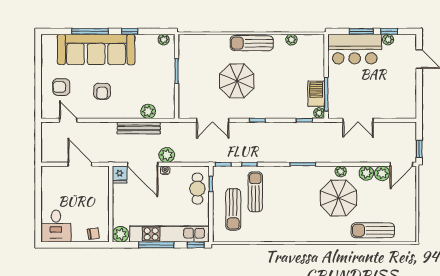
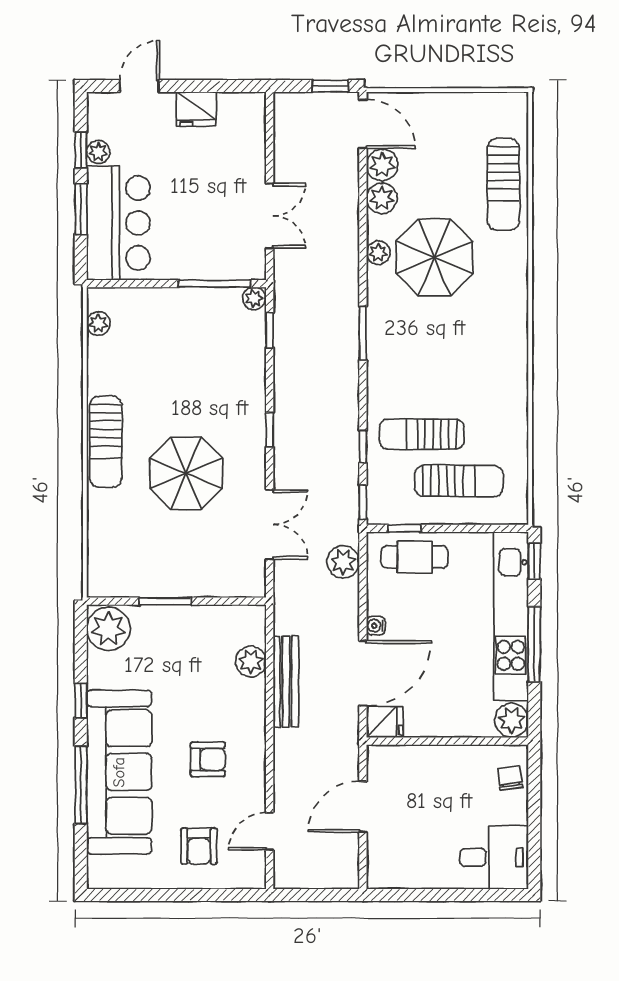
plant: (164, 40) -> (108, 629), width x1.87, depth x1.87
plant: (291, 40) -> (98, 323), moved
fridge: (408, 86) -> (196, 109), added
barbecue: (316, 94) -> (213, 305), removed
plant: (167, 155) -> (343, 562), moved

